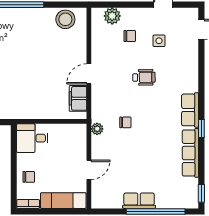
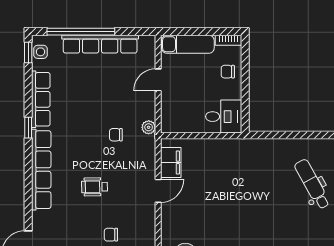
side table: (159, 41) -> (41, 52), moved
row of seats: (190, 110) -> (41, 170), width x2.02
row of seats: (139, 201) -> (100, 44), width x2.02

